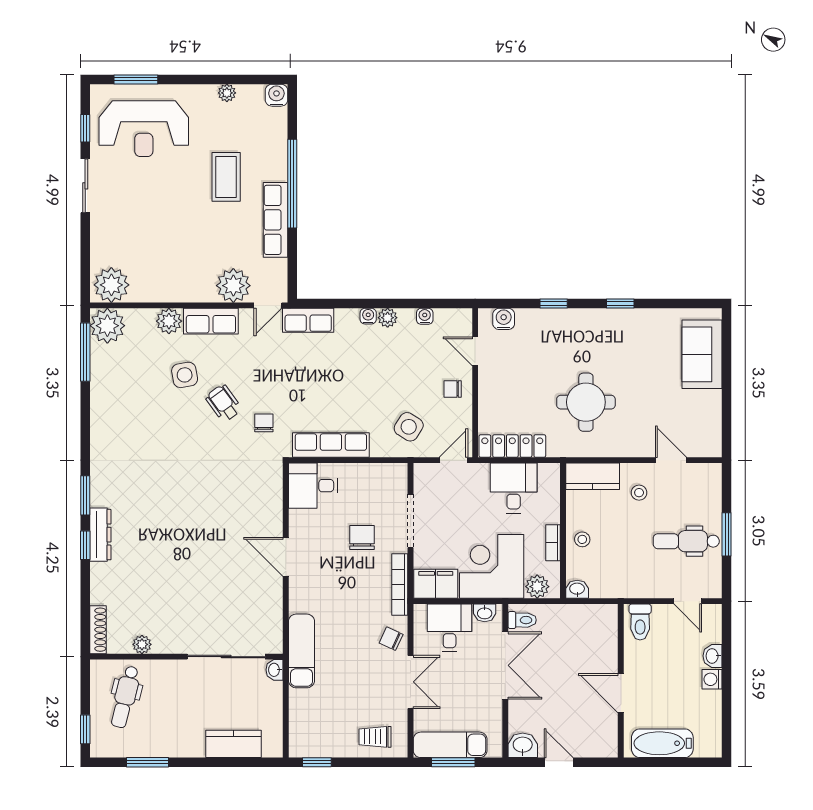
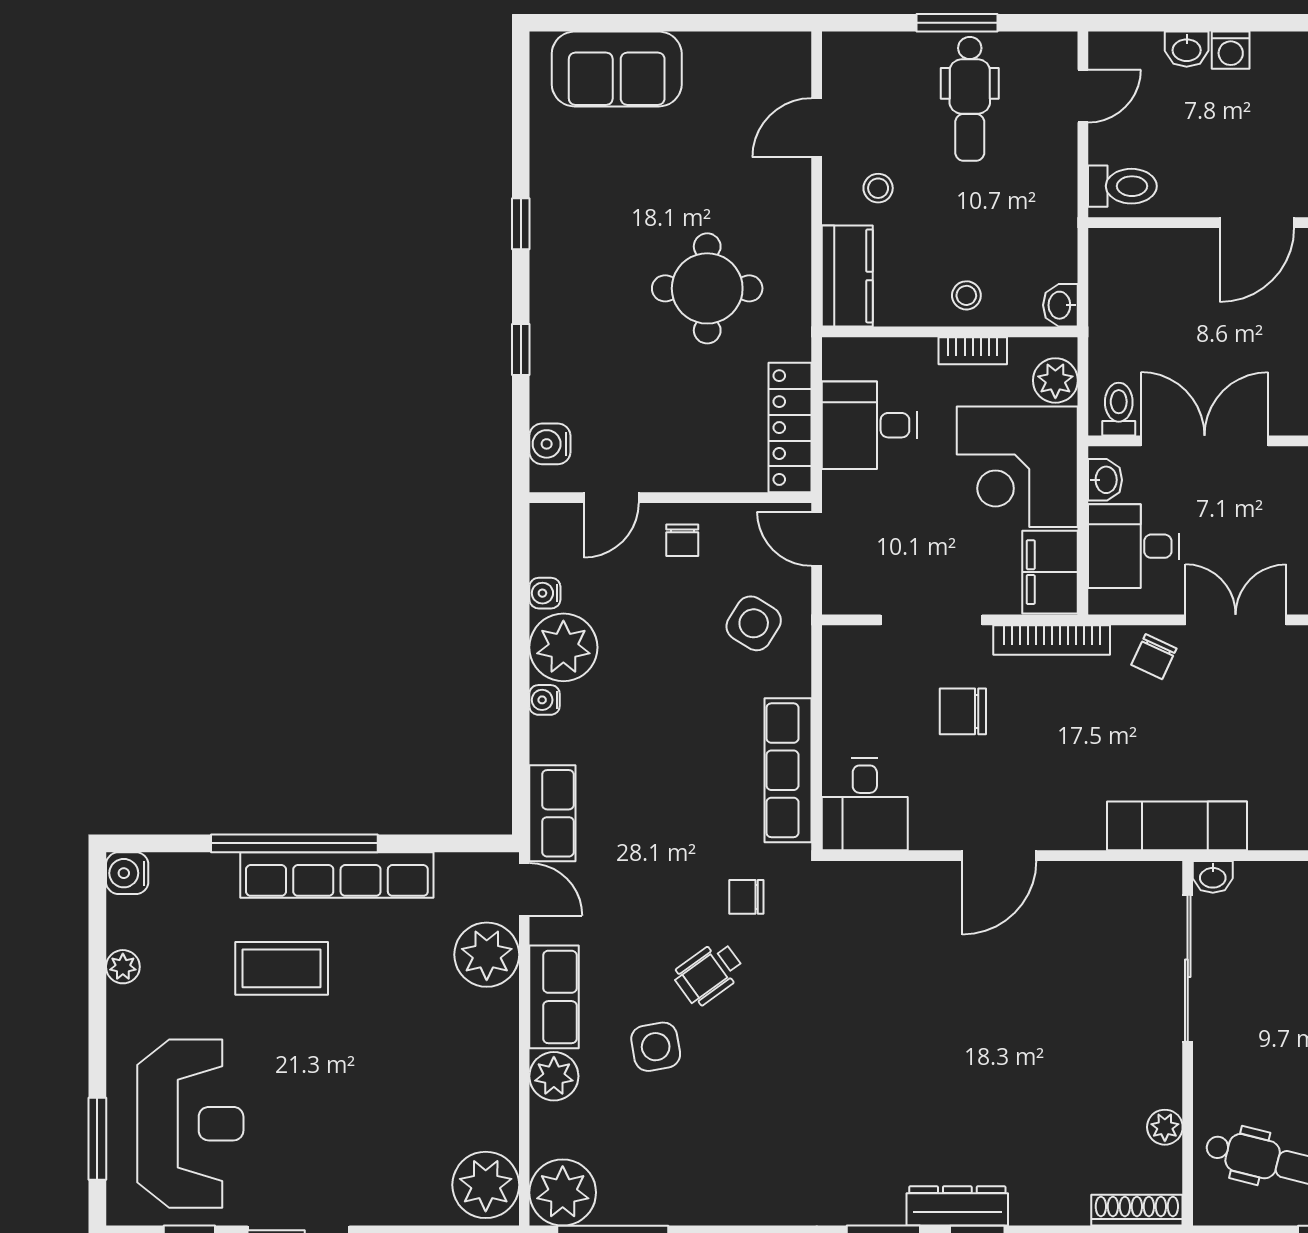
row of seats: (275, 220) -> (337, 875), width x1.36
plant: (388, 318) -> (563, 647), width x1.88, depth x1.88

